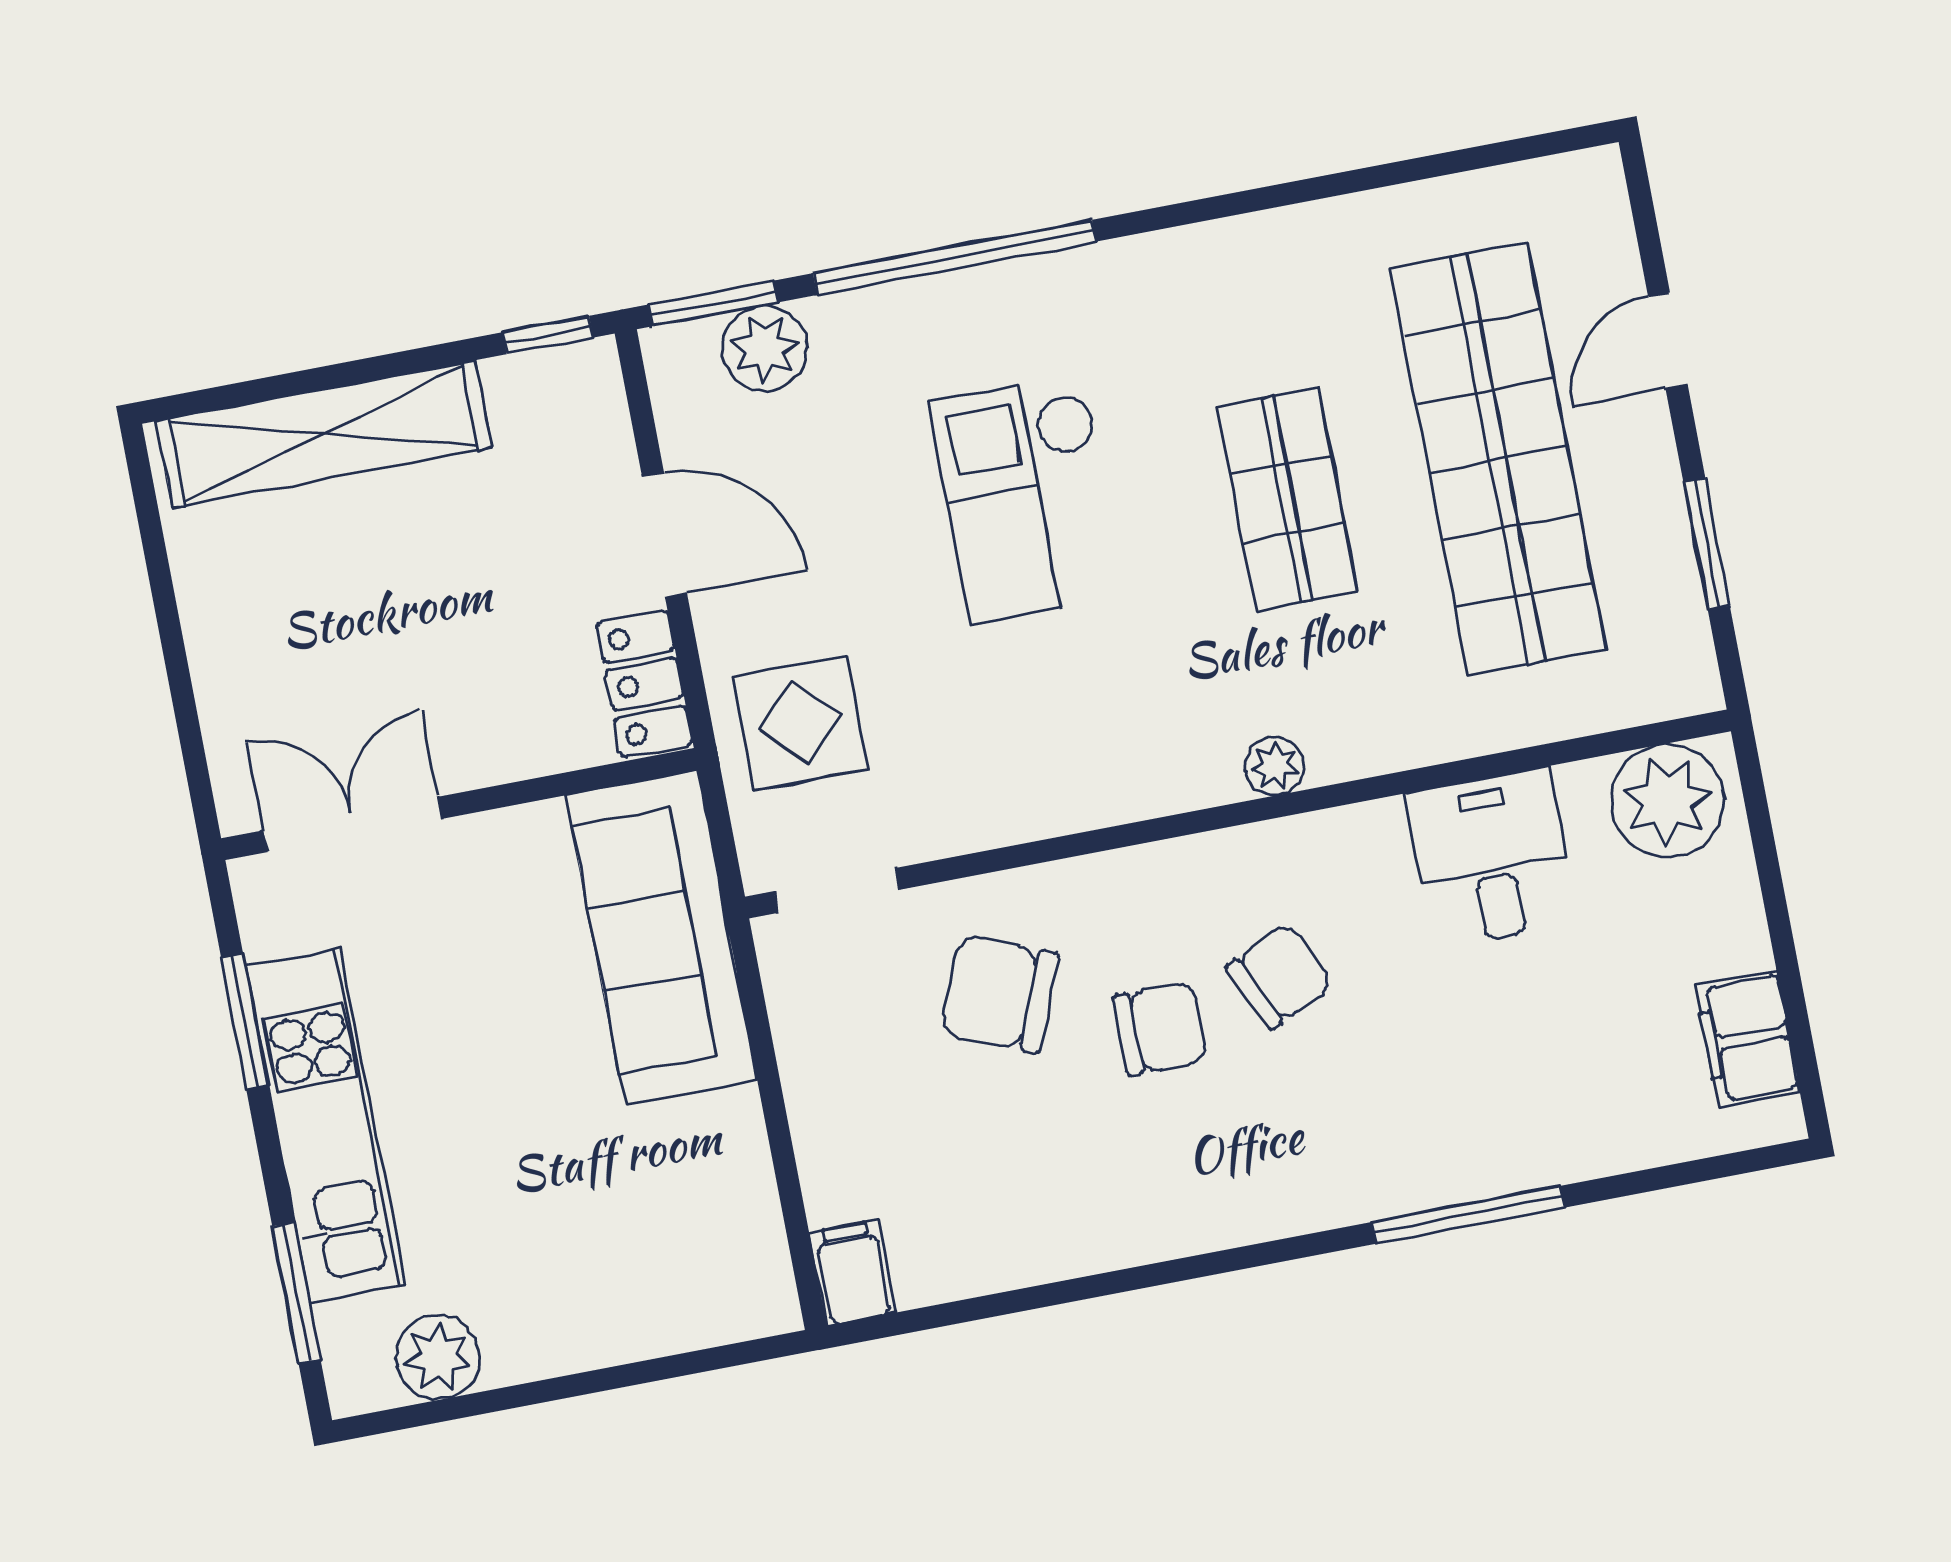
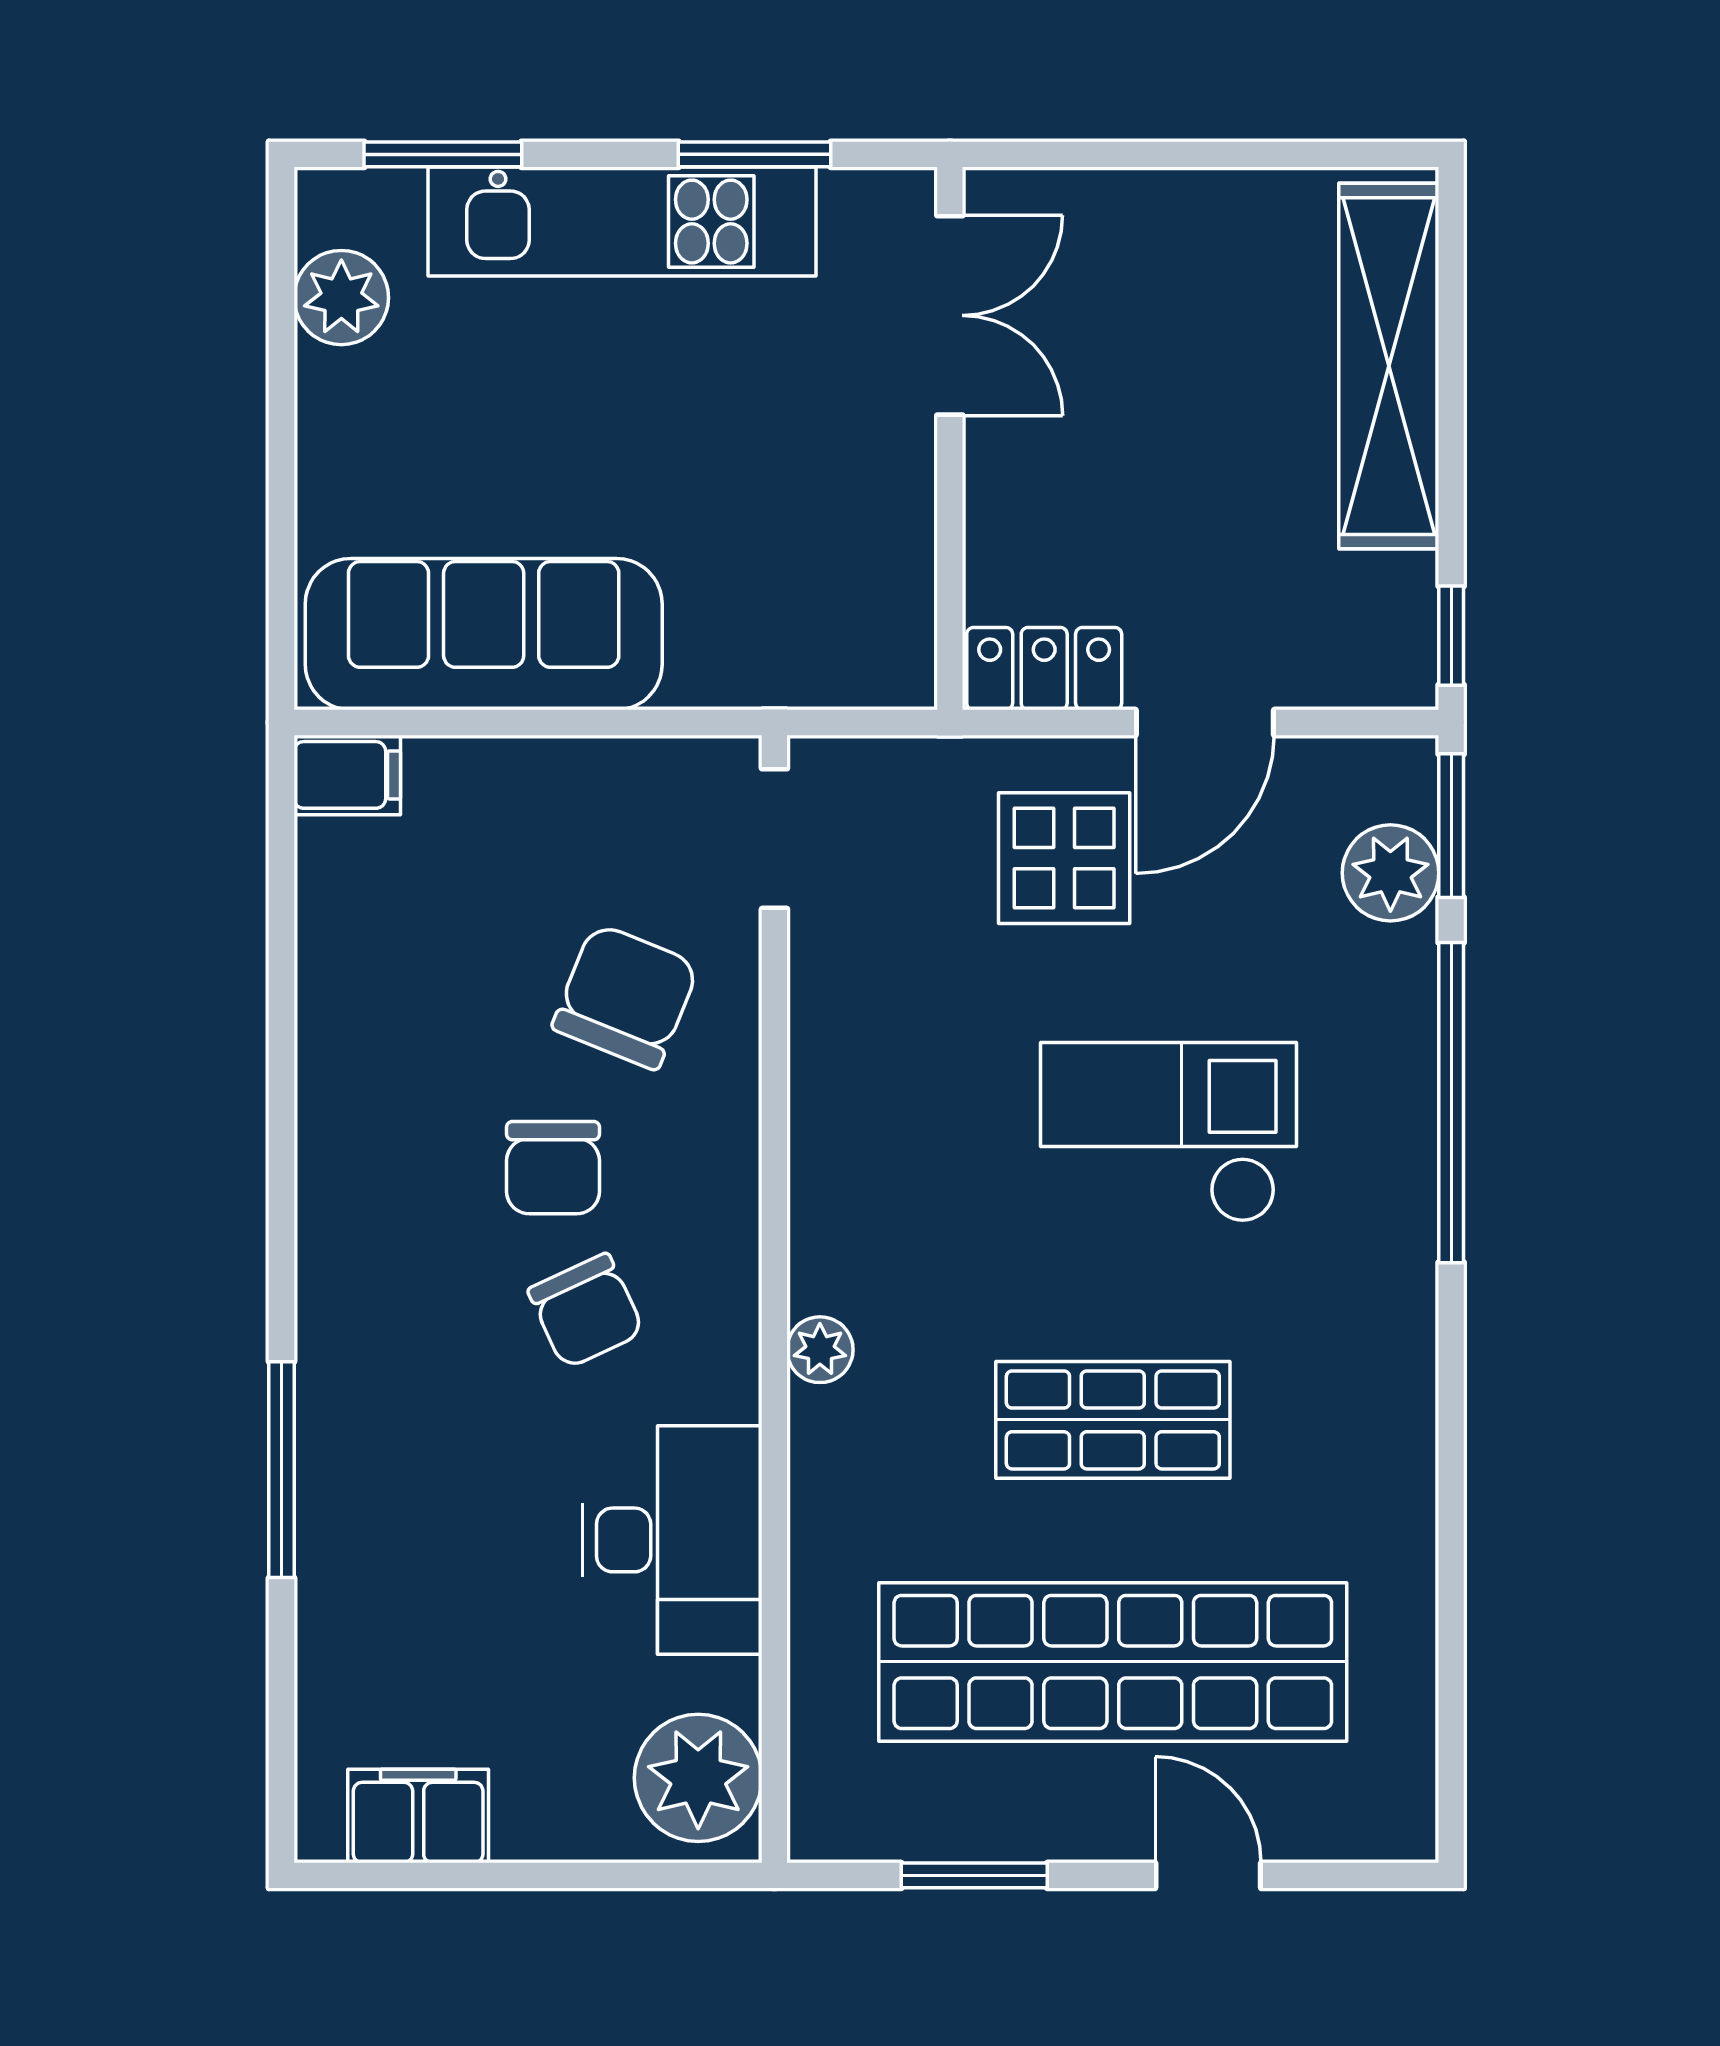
display table: (800, 723) -> (1064, 858), moved
desk: (1492, 858) -> (672, 1540), width x1.37
sofa: (662, 938) -> (484, 634), moved

